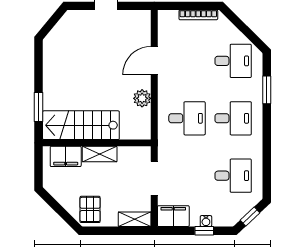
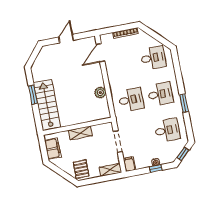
door: (154, 61) -> (101, 53), moved
window: (267, 90) -> (184, 103), moved
window: (39, 107) -> (33, 95), moved
stairs: (81, 125) -> (47, 105), moved, turned 90
filing cabinet: (66, 156) -> (53, 149), moved, turned -90
filing cabinet: (173, 216) -> (129, 164), width x0.50

